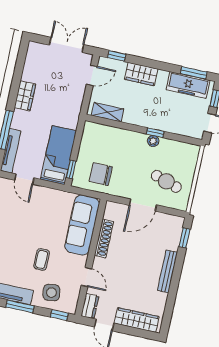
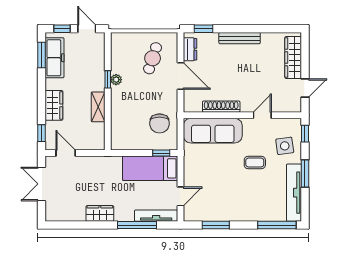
shelving: (108, 112) -> (98, 107), moved
dresser: (90, 306) -> (190, 49), moved, turned 90

